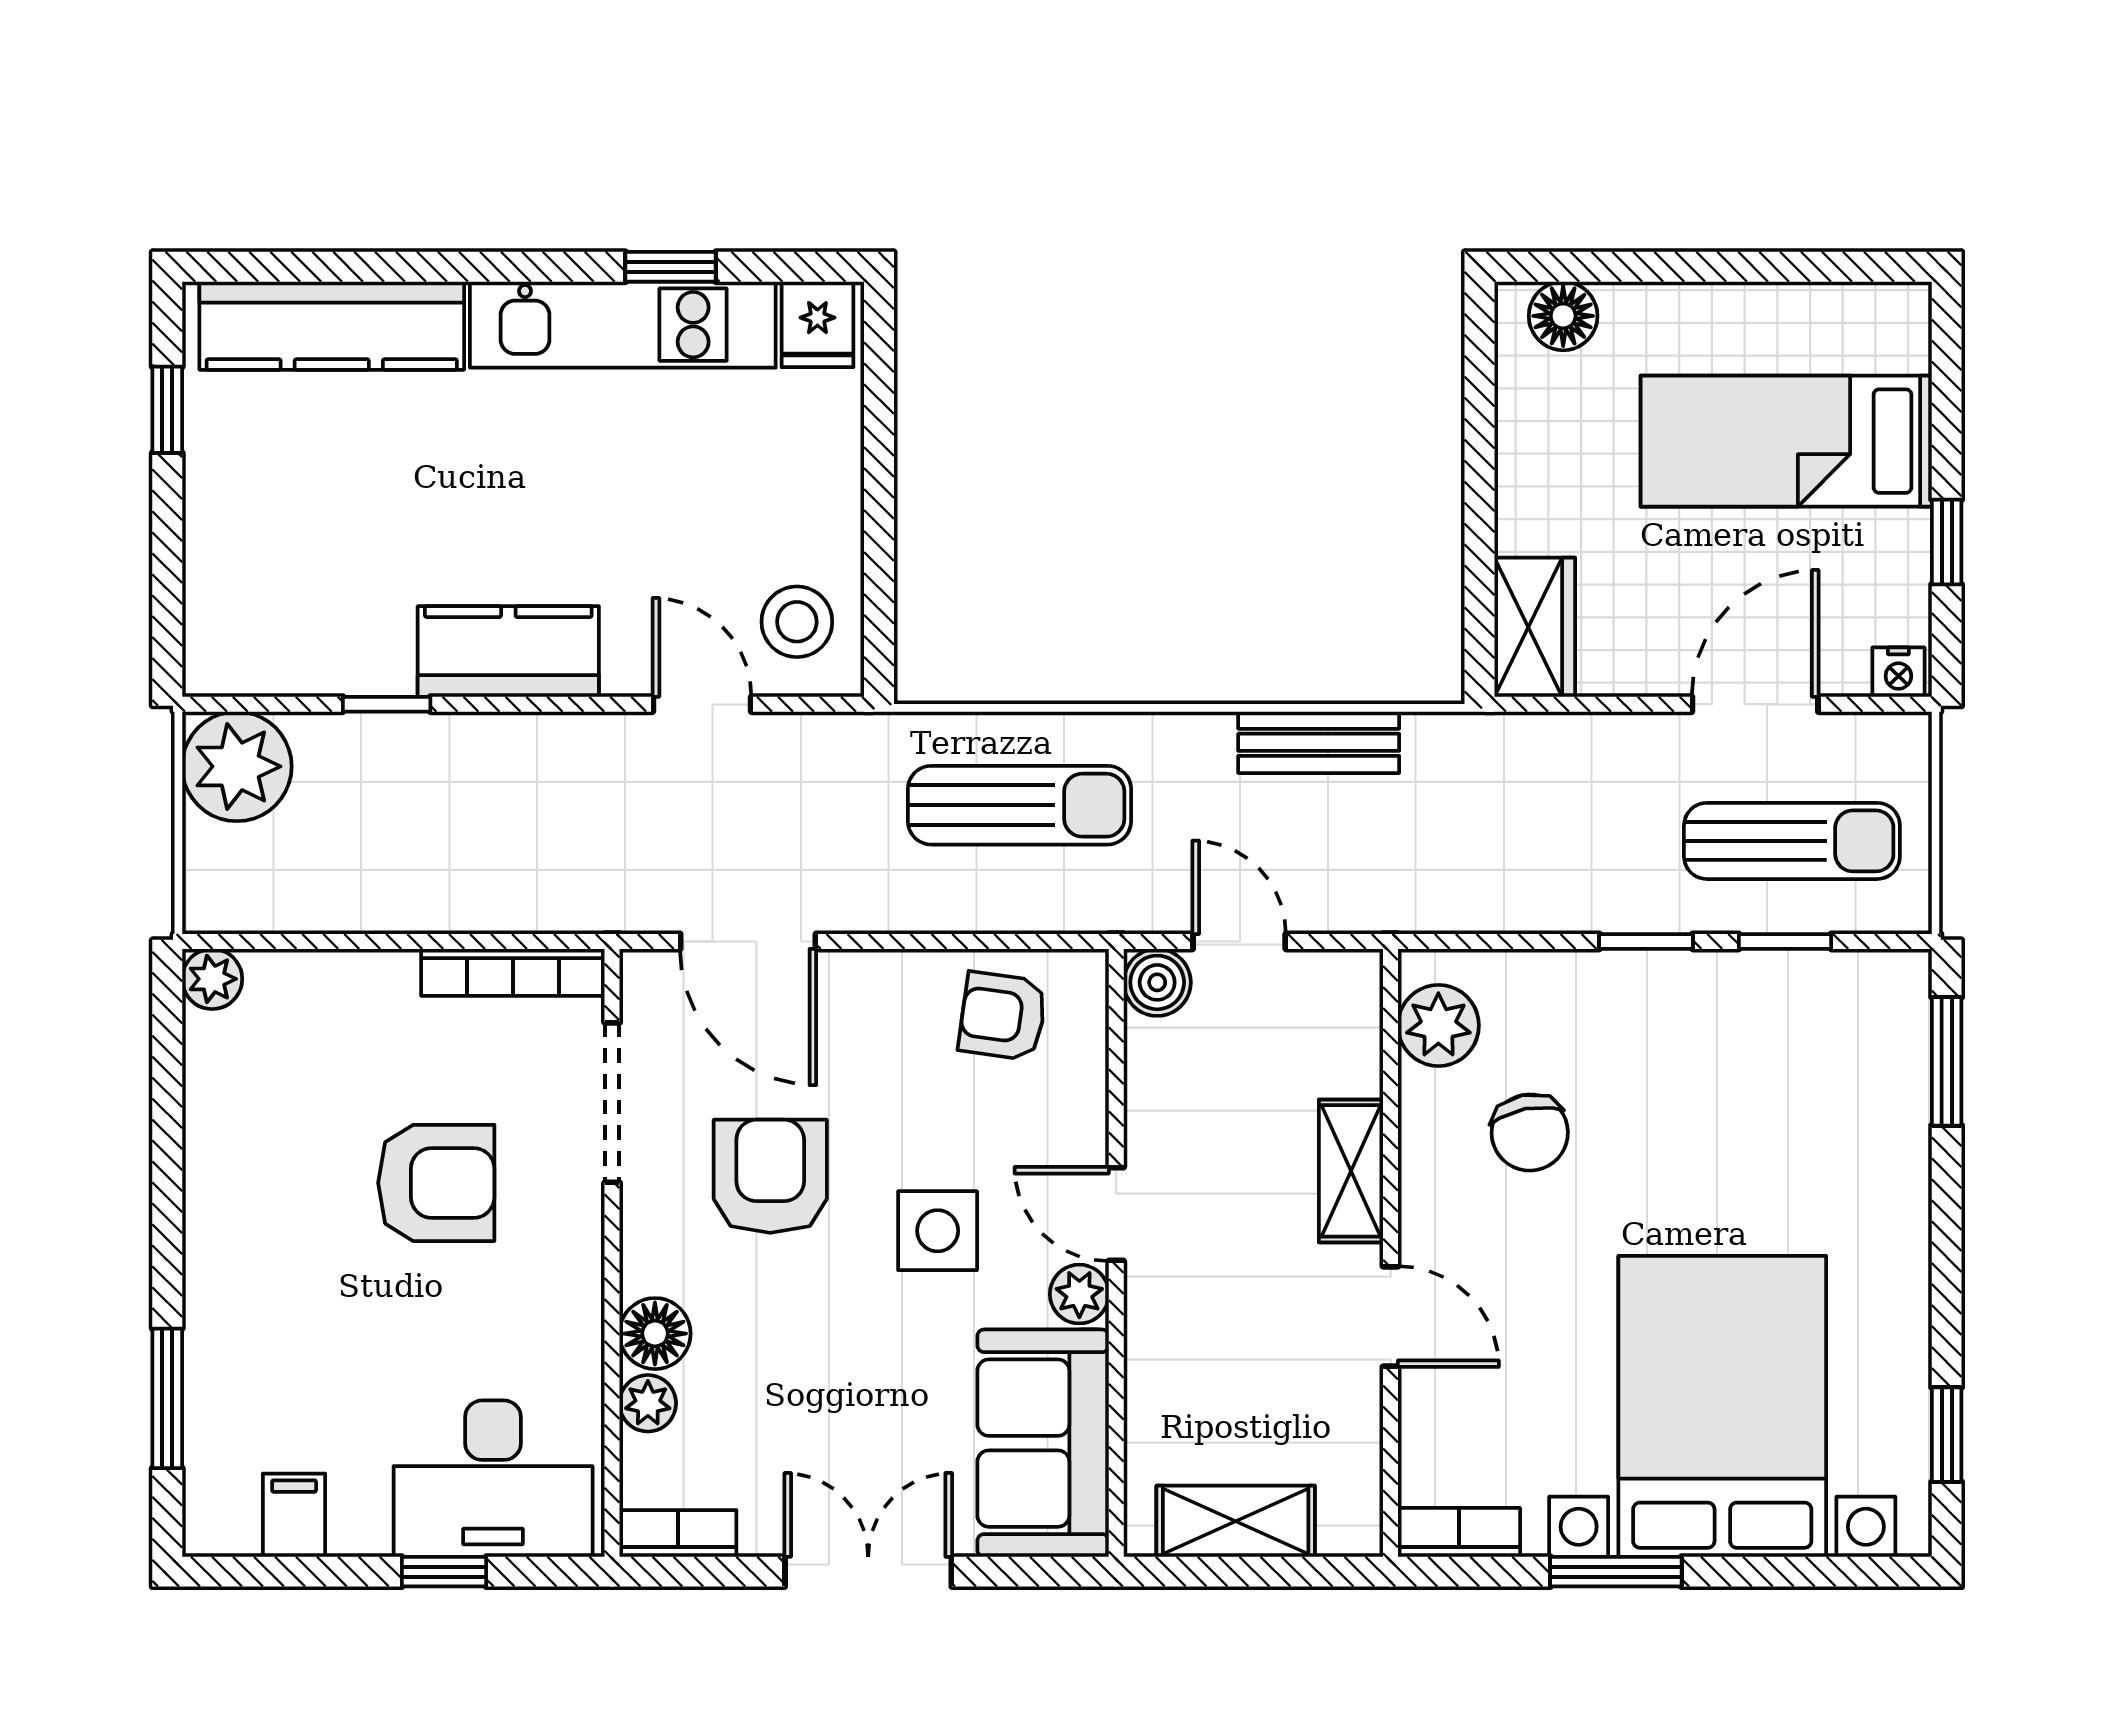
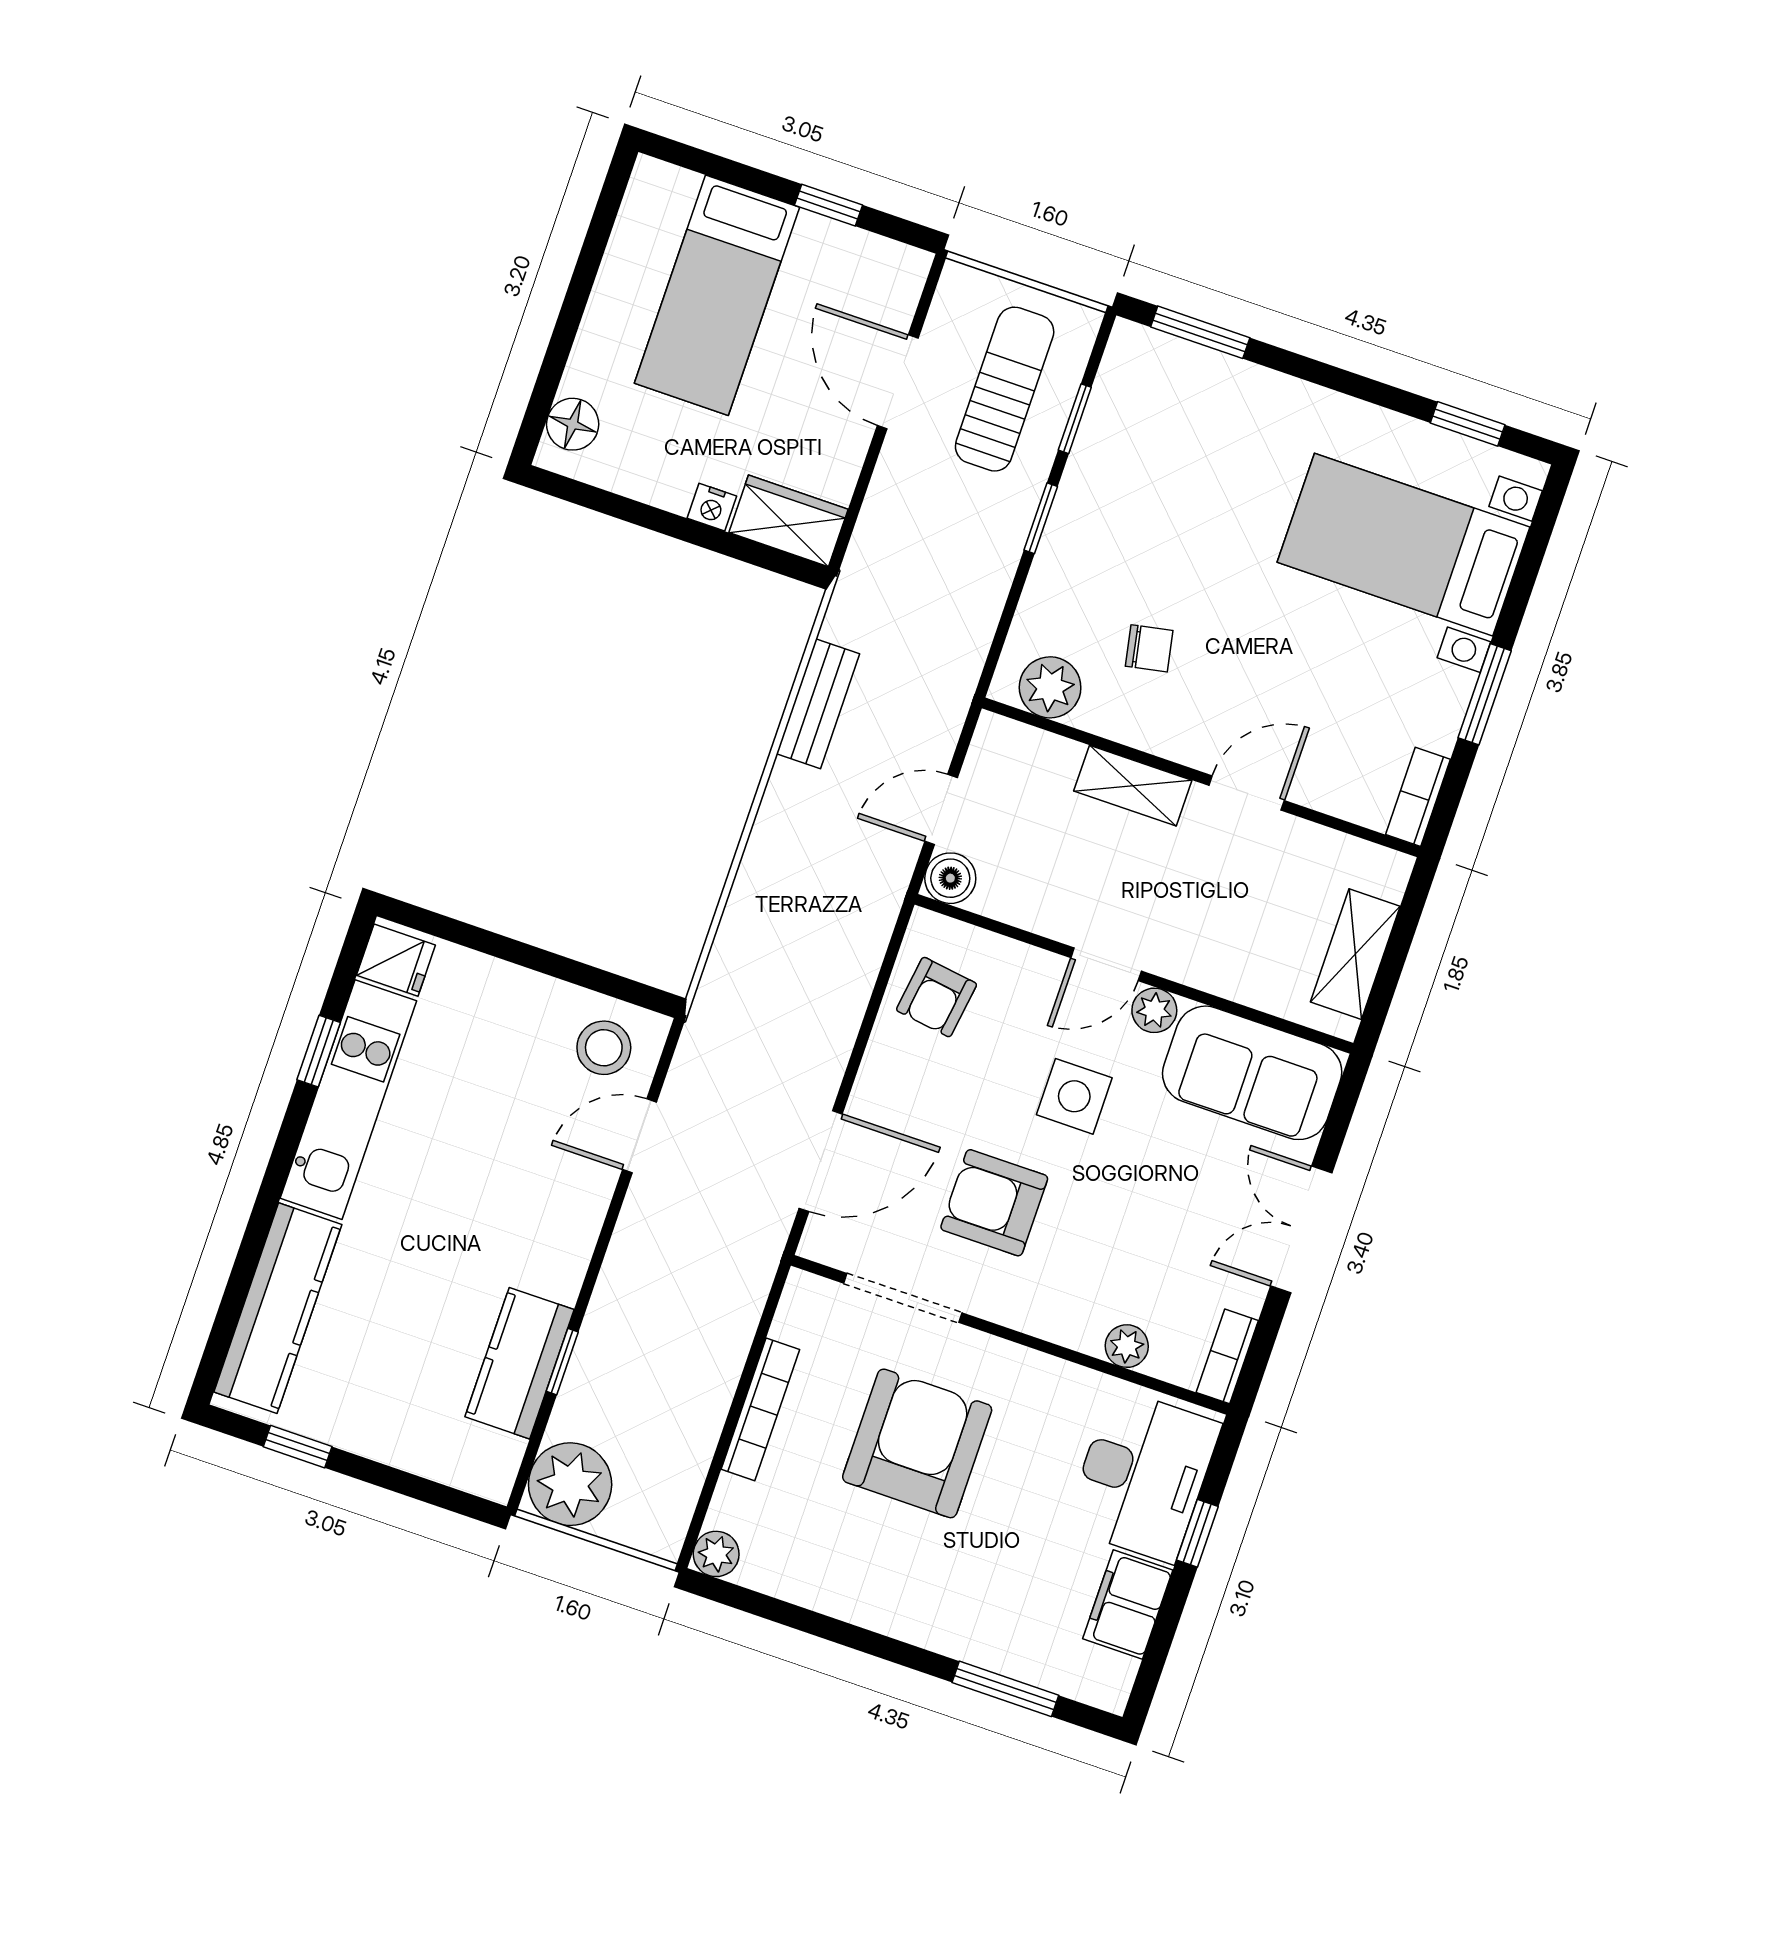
kitchen counter: (508, 651) -> (520, 1363), moved
nightstand: (1898, 672) -> (712, 507), moved, turned 90
sun lounger: (1019, 805) -> (790, 933), removed
bookcase: (513, 972) -> (760, 1409), moved
chair: (1530, 1133) -> (1149, 648), width x0.73, depth x0.73
armchair: (436, 1183) -> (917, 1443), width x1.36, depth x1.36
floor lamp: (655, 1334) -> (1079, 1324), removed
bed with nightstands: (1722, 1406) -> (1404, 545), width x0.73
filing cabinet: (294, 1515) -> (1128, 1604), width x2.00

